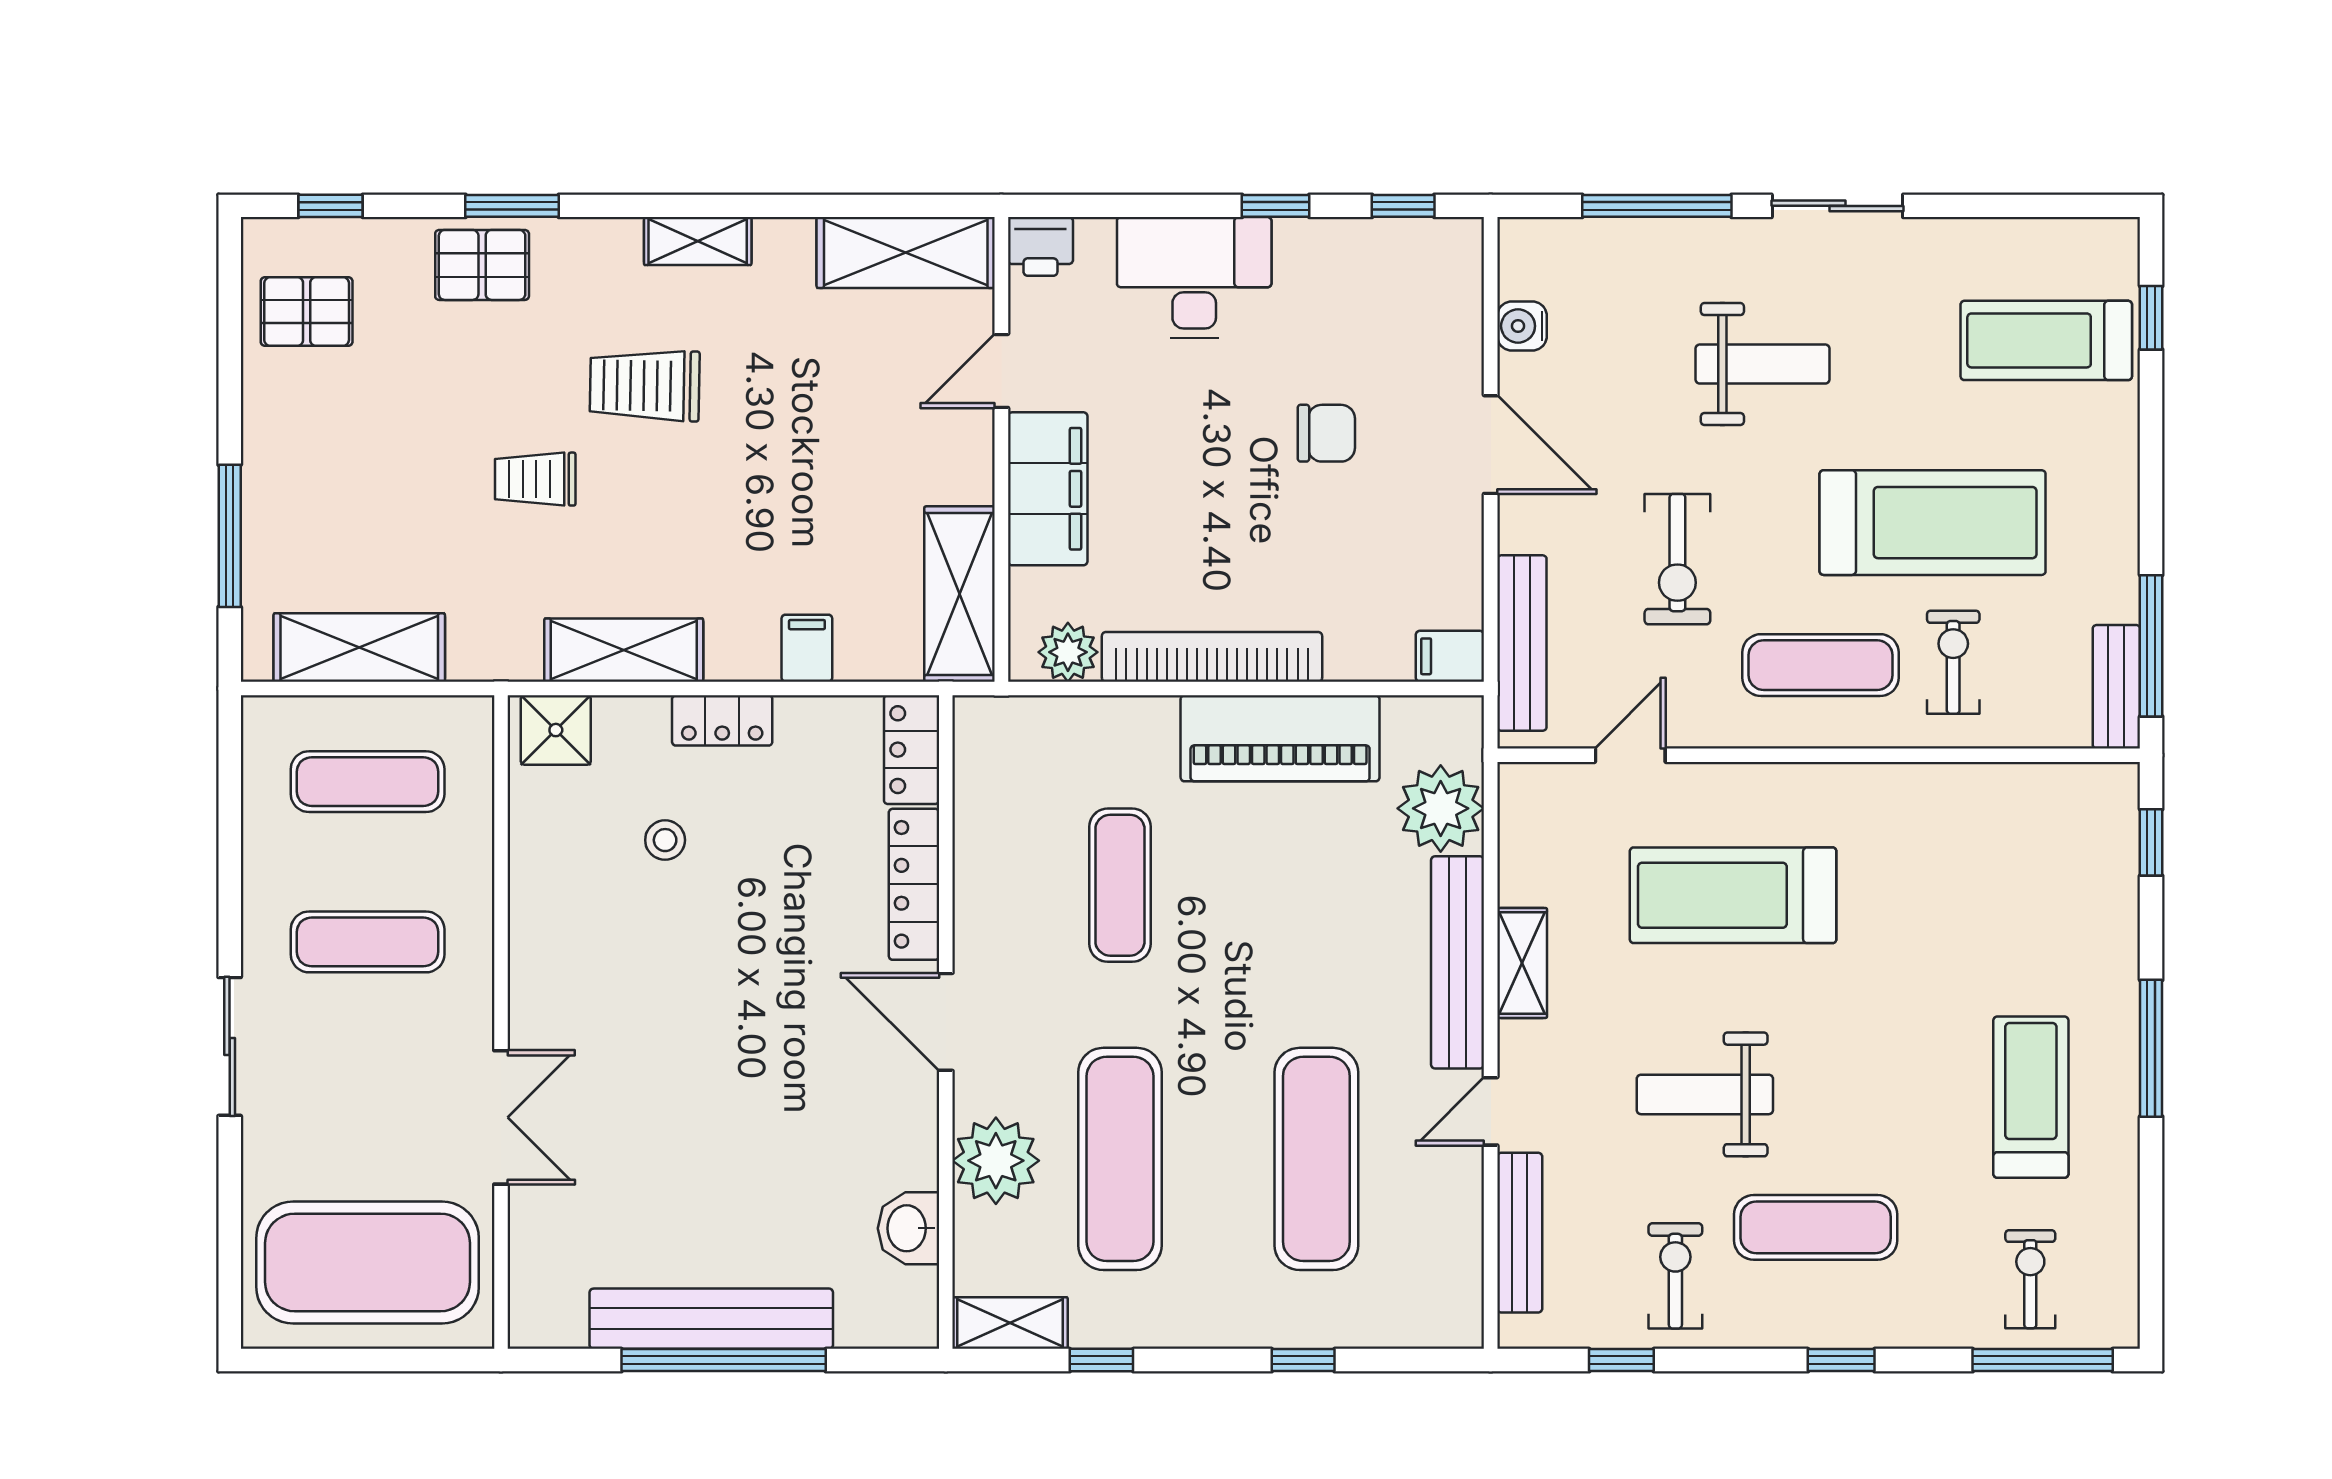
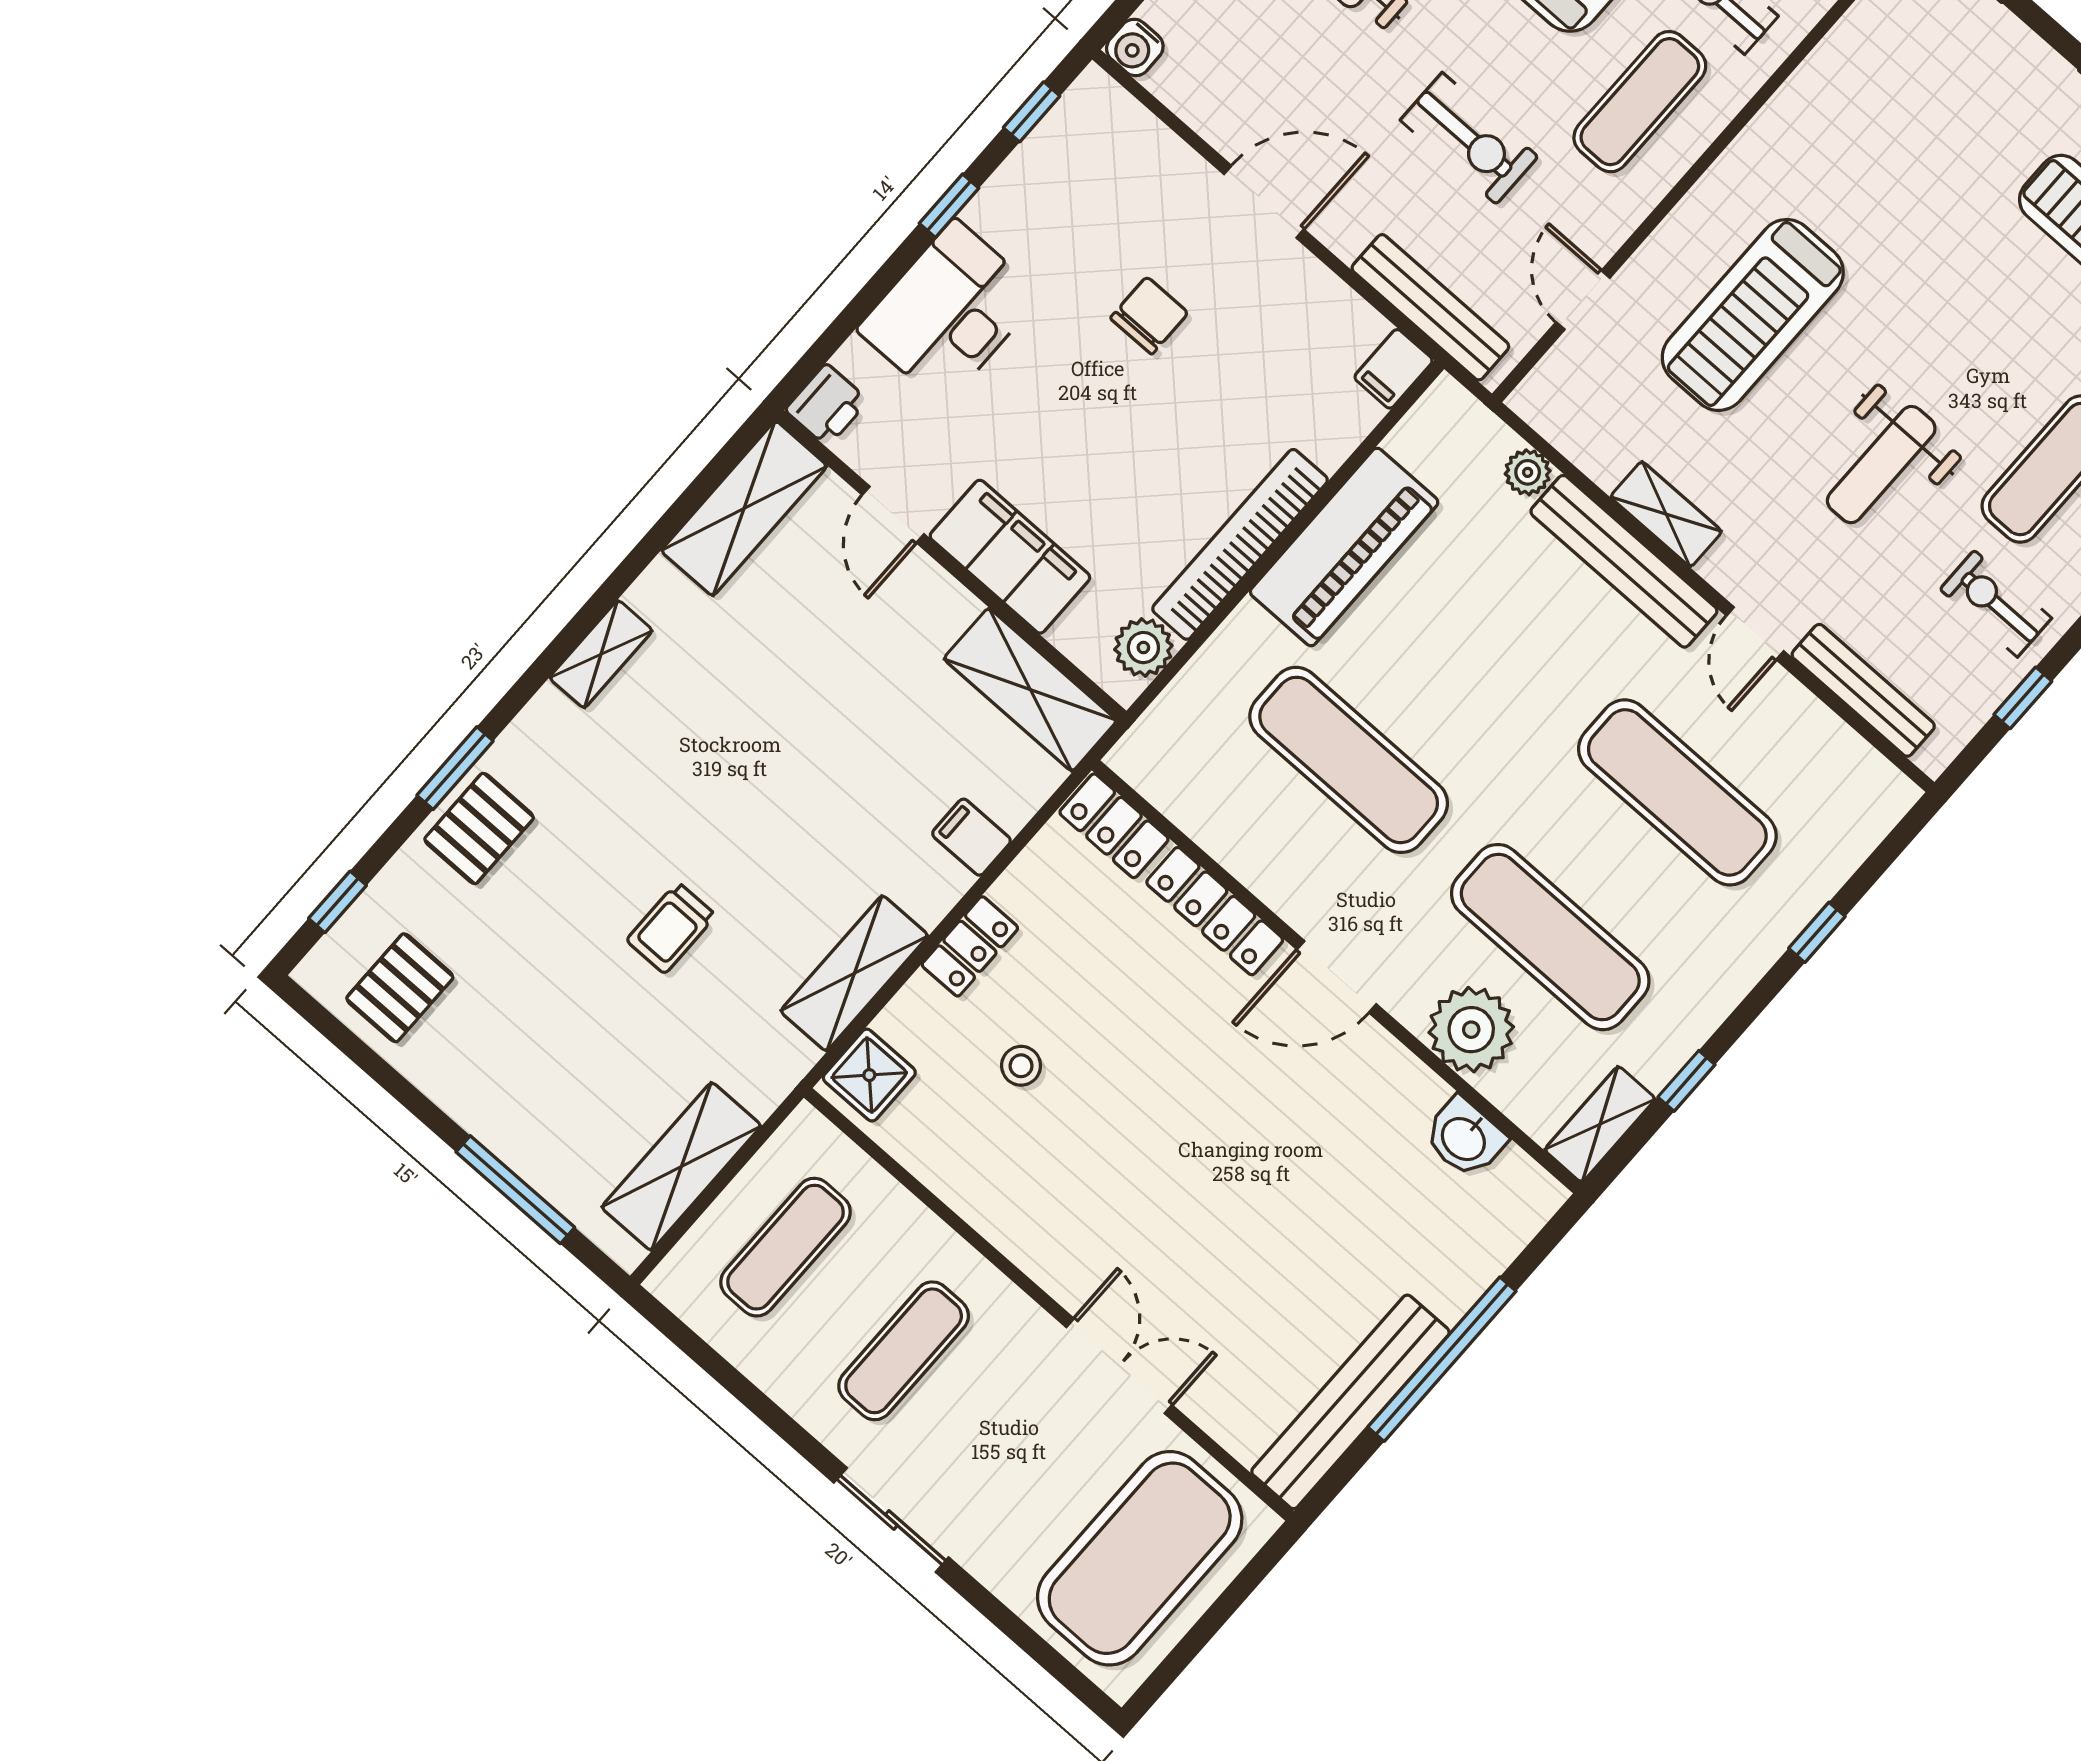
water cooler: (1522, 326) -> (1135, 47), moved
trolley: (645, 386) -> (673, 787), removed
plant: (1441, 808) -> (1528, 472), width x0.53, depth x0.53
exercise mat: (1120, 885) -> (1349, 760), width x1.36, depth x1.45
bench: (711, 1319) -> (1350, 1402), moved

